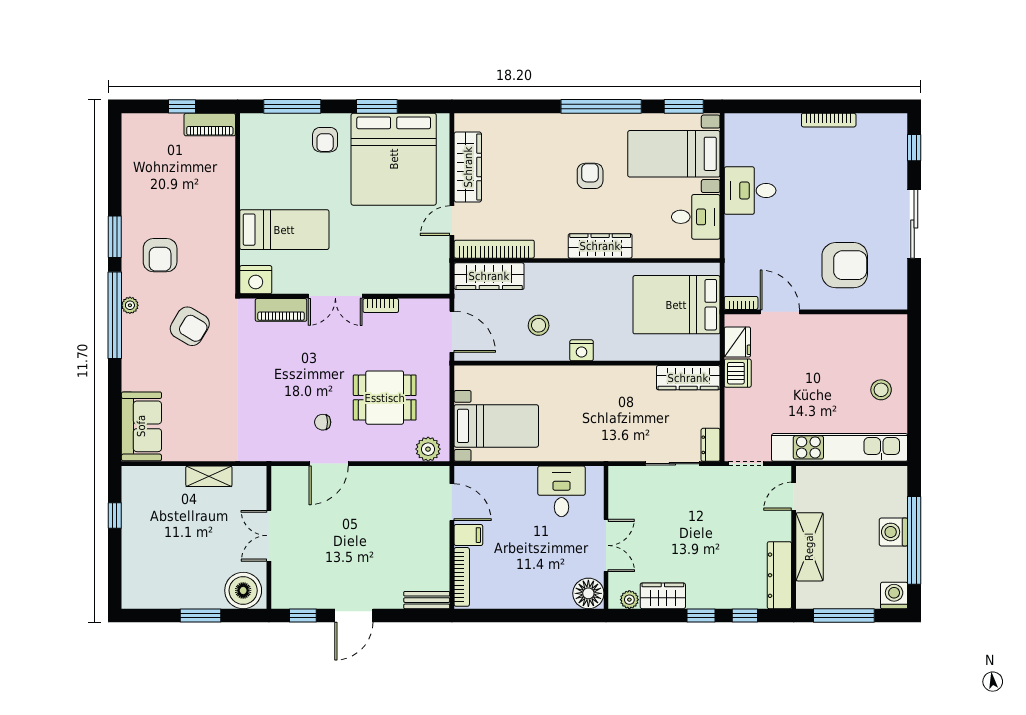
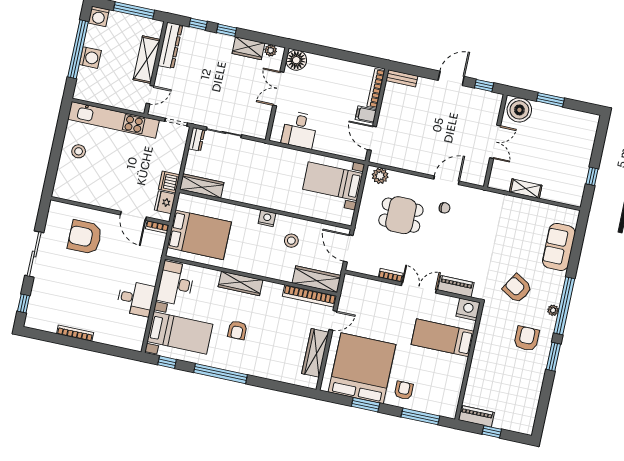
window: (684, 106) -> (167, 362), width x0.67
desk: (696, 217) -> (176, 284), width x1.37
sofa: (141, 426) -> (559, 247), moved

